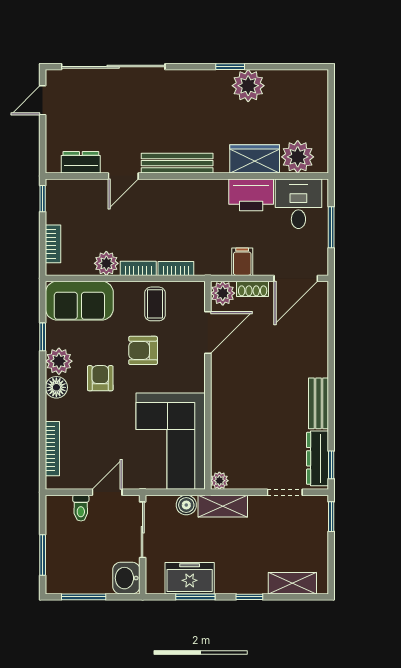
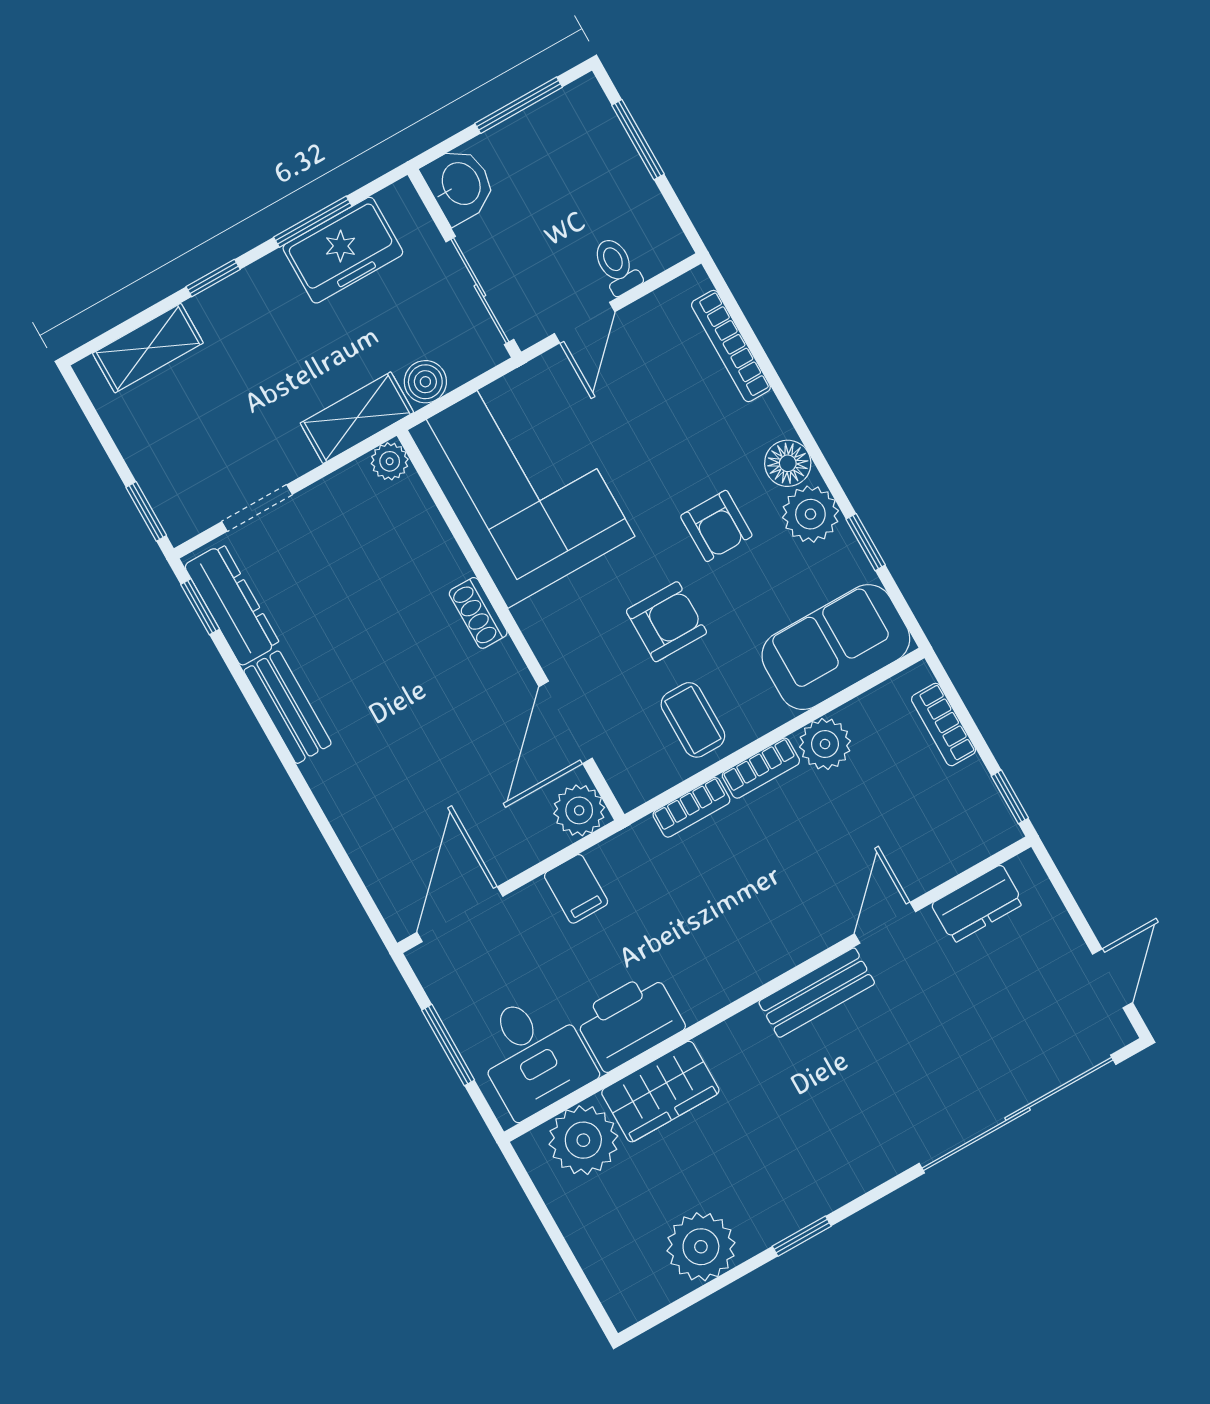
plant: (248, 86) -> (701, 1247), moved
bench: (177, 163) -> (817, 993), width x0.73
shoe rack: (253, 289) -> (478, 613), moved, turned -90

